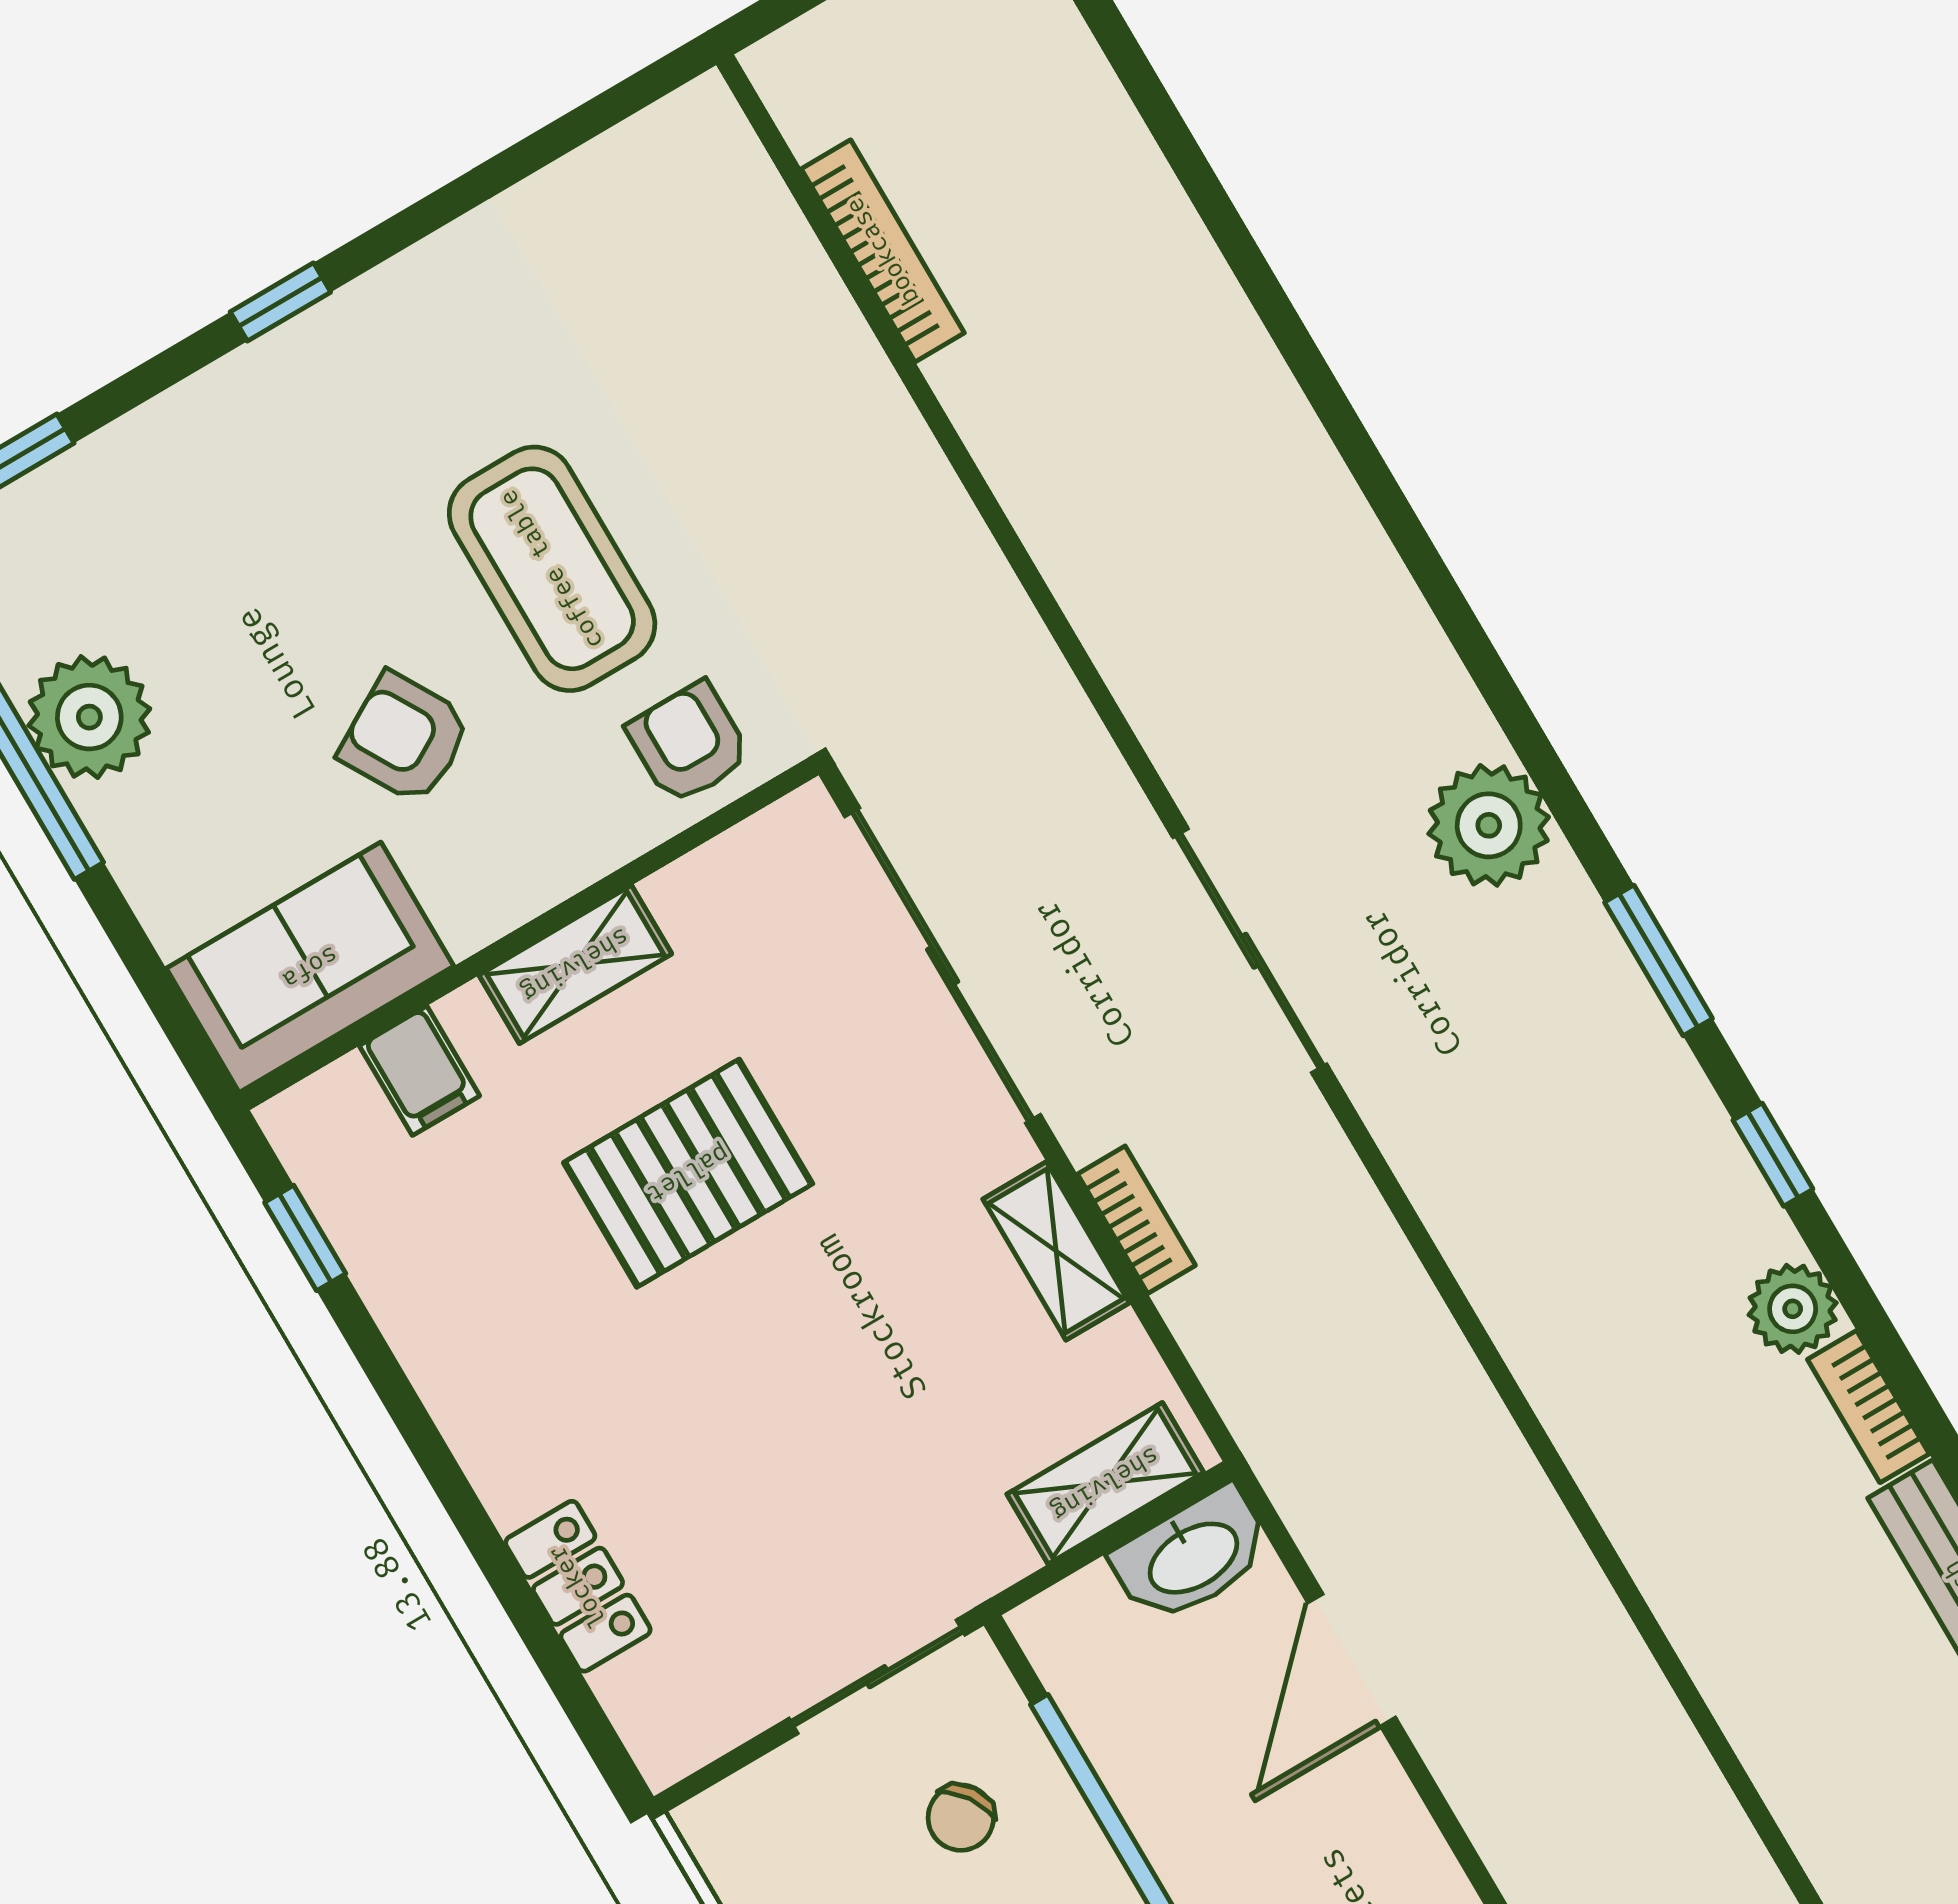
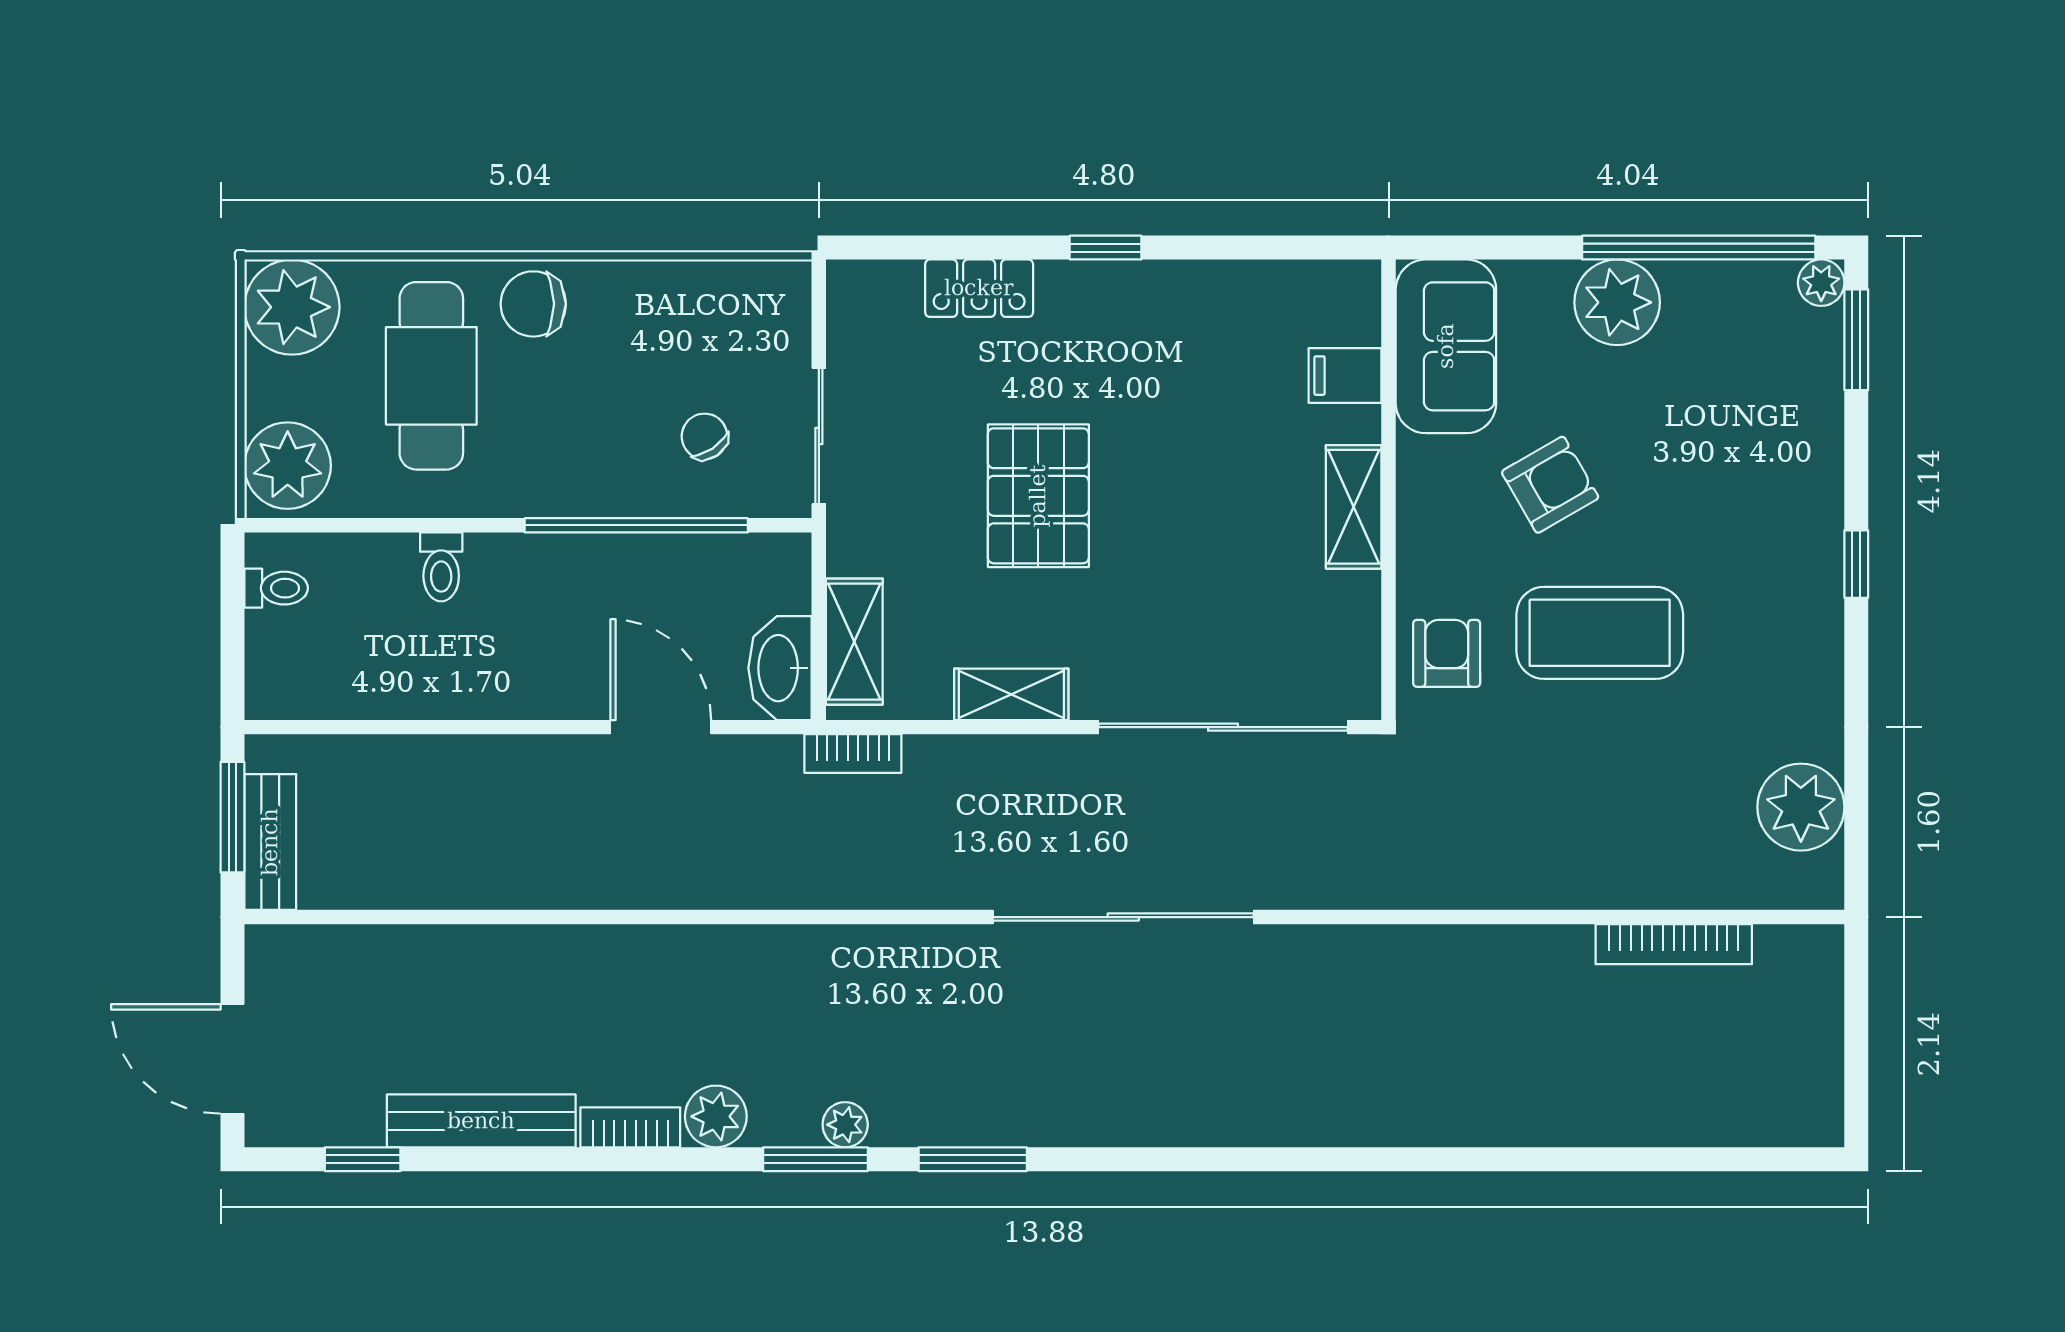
plant: (621, 194) -> (1801, 807), added
plant: (89, 717) -> (1617, 302), moved
armchair: (689, 743) -> (1447, 653), turned -90
plant: (1489, 825) -> (845, 1125), moved, width x0.53, depth x0.53
sliding door: (1250, 951) -> (1123, 917), width x1.36
window: (1773, 1155) -> (815, 1159), width x1.50
pallet: (688, 1173) -> (1038, 496), moved
bookcase: (1136, 1220) -> (853, 754), moved
window: (305, 1238) -> (1106, 248), moved

